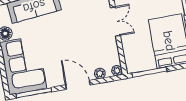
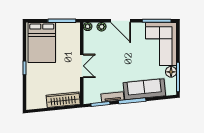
double door: (115, 21) -> (82, 66), swing flipped

